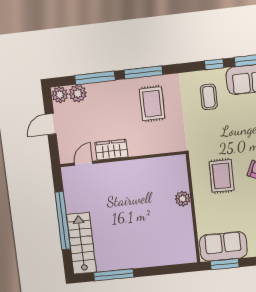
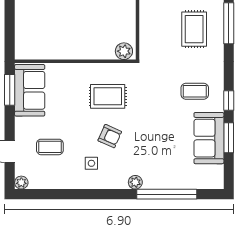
rug: (152, 104) -> (194, 29), turned 90
plant: (183, 199) -> (124, 51), moved

